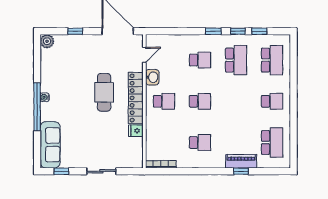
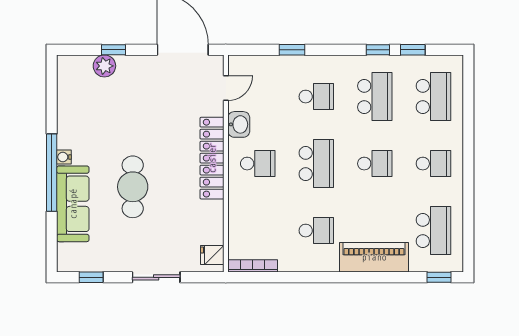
window: (213, 31) -> (292, 50), moved
plant: (47, 41) -> (104, 66), moved
cafe table: (104, 92) -> (133, 187), moved
school desk: (200, 101) -> (316, 164), width x1.85
school desk: (236, 101) -> (375, 164), added
fridge: (136, 131) -> (212, 255), moved
sofa: (50, 145) -> (73, 204), moved
piano: (241, 161) -> (374, 257), width x1.37, depth x1.33
window: (241, 171) -> (439, 277), moved

